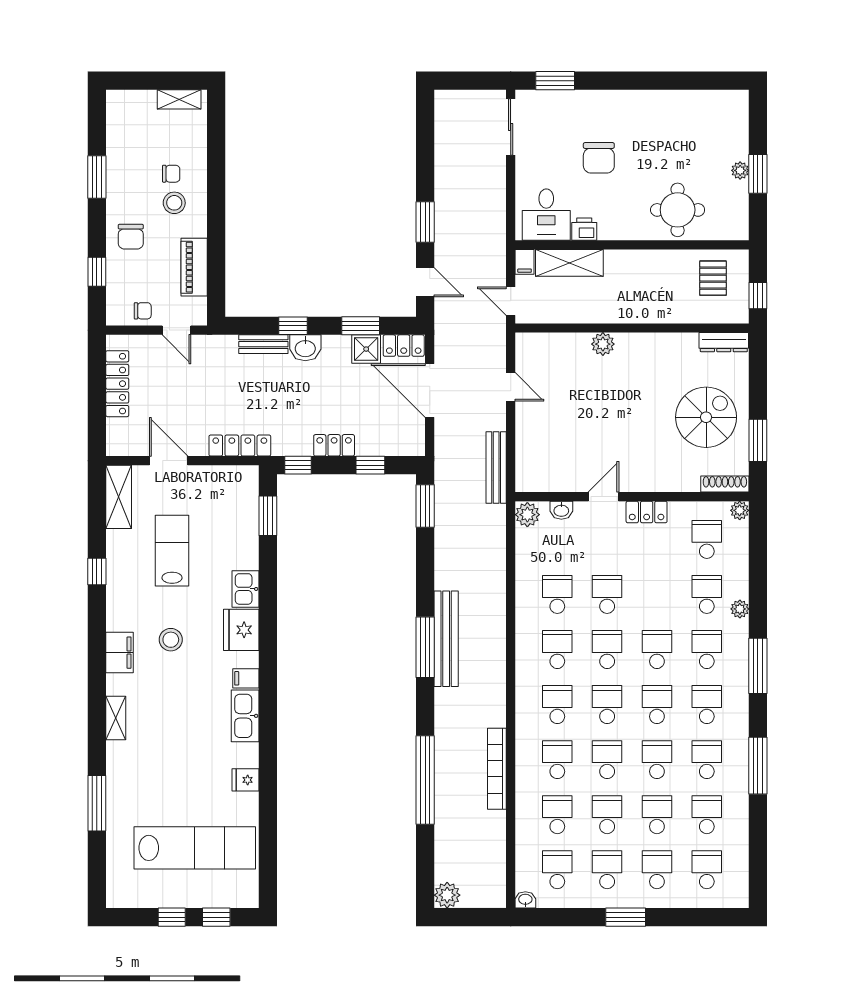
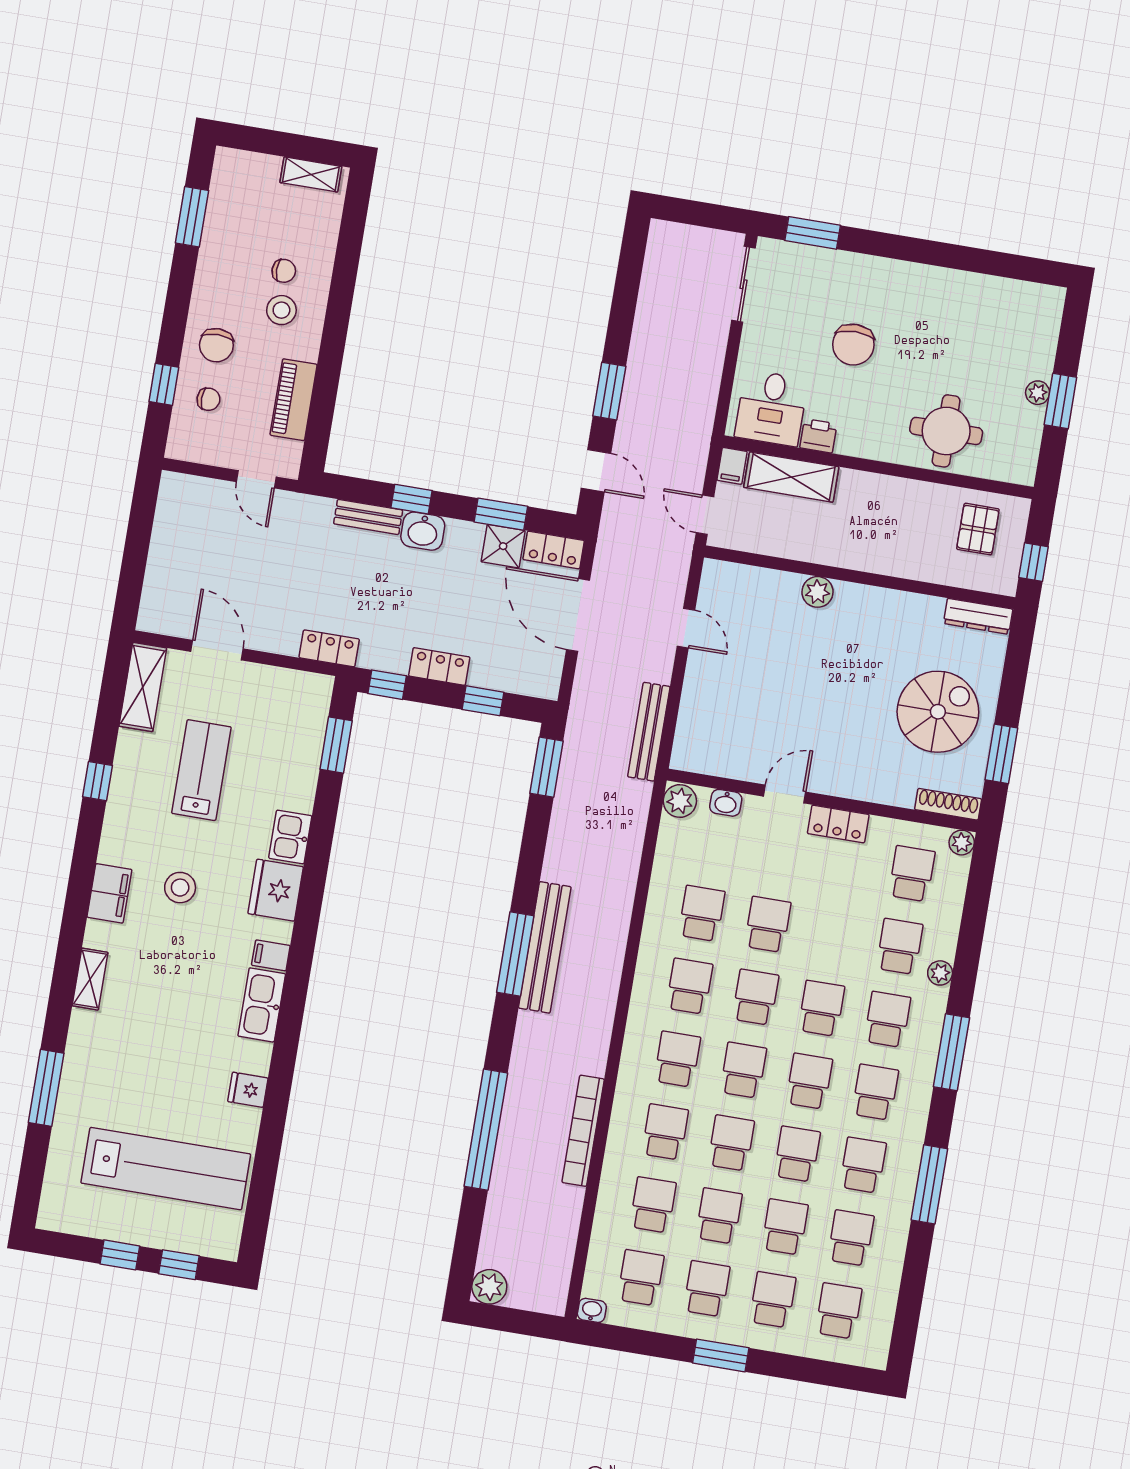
window: (97, 177) -> (192, 217), moved
chair: (143, 311) -> (208, 399), moved
locker: (117, 384) -> (166, 537), removed
locker: (240, 446) -> (329, 648), width x0.66

